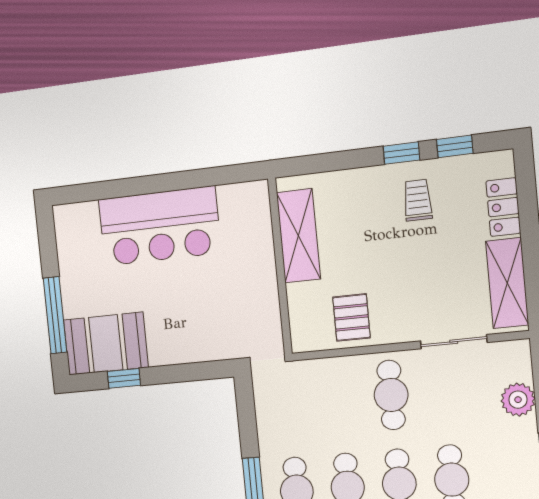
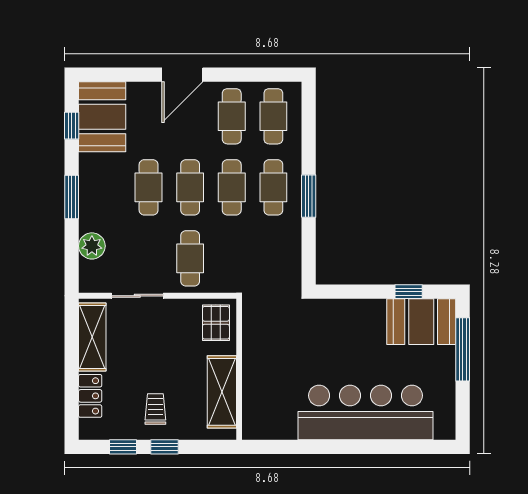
trolley: (418, 200) -> (155, 409), turned 180
bar counter: (160, 226) -> (366, 413), width x1.36
shelving: (298, 236) -> (222, 392), moved
wall: (280, 266) -> (239, 369), moved

